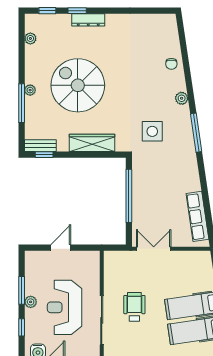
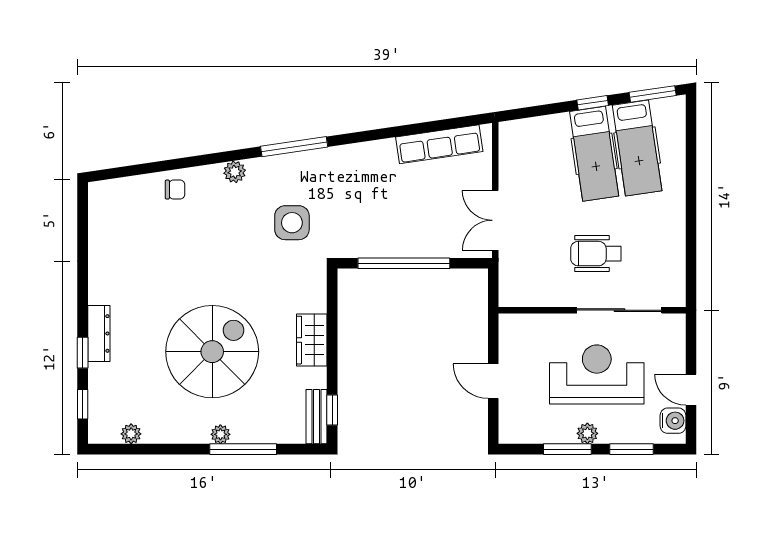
spiral stairs: (78, 85) -> (212, 352), turned 180
wardrobe: (92, 143) -> (312, 340), width x0.67
reception desk: (65, 307) -> (597, 374), turned 180
window: (22, 327) -> (632, 449), width x1.50

